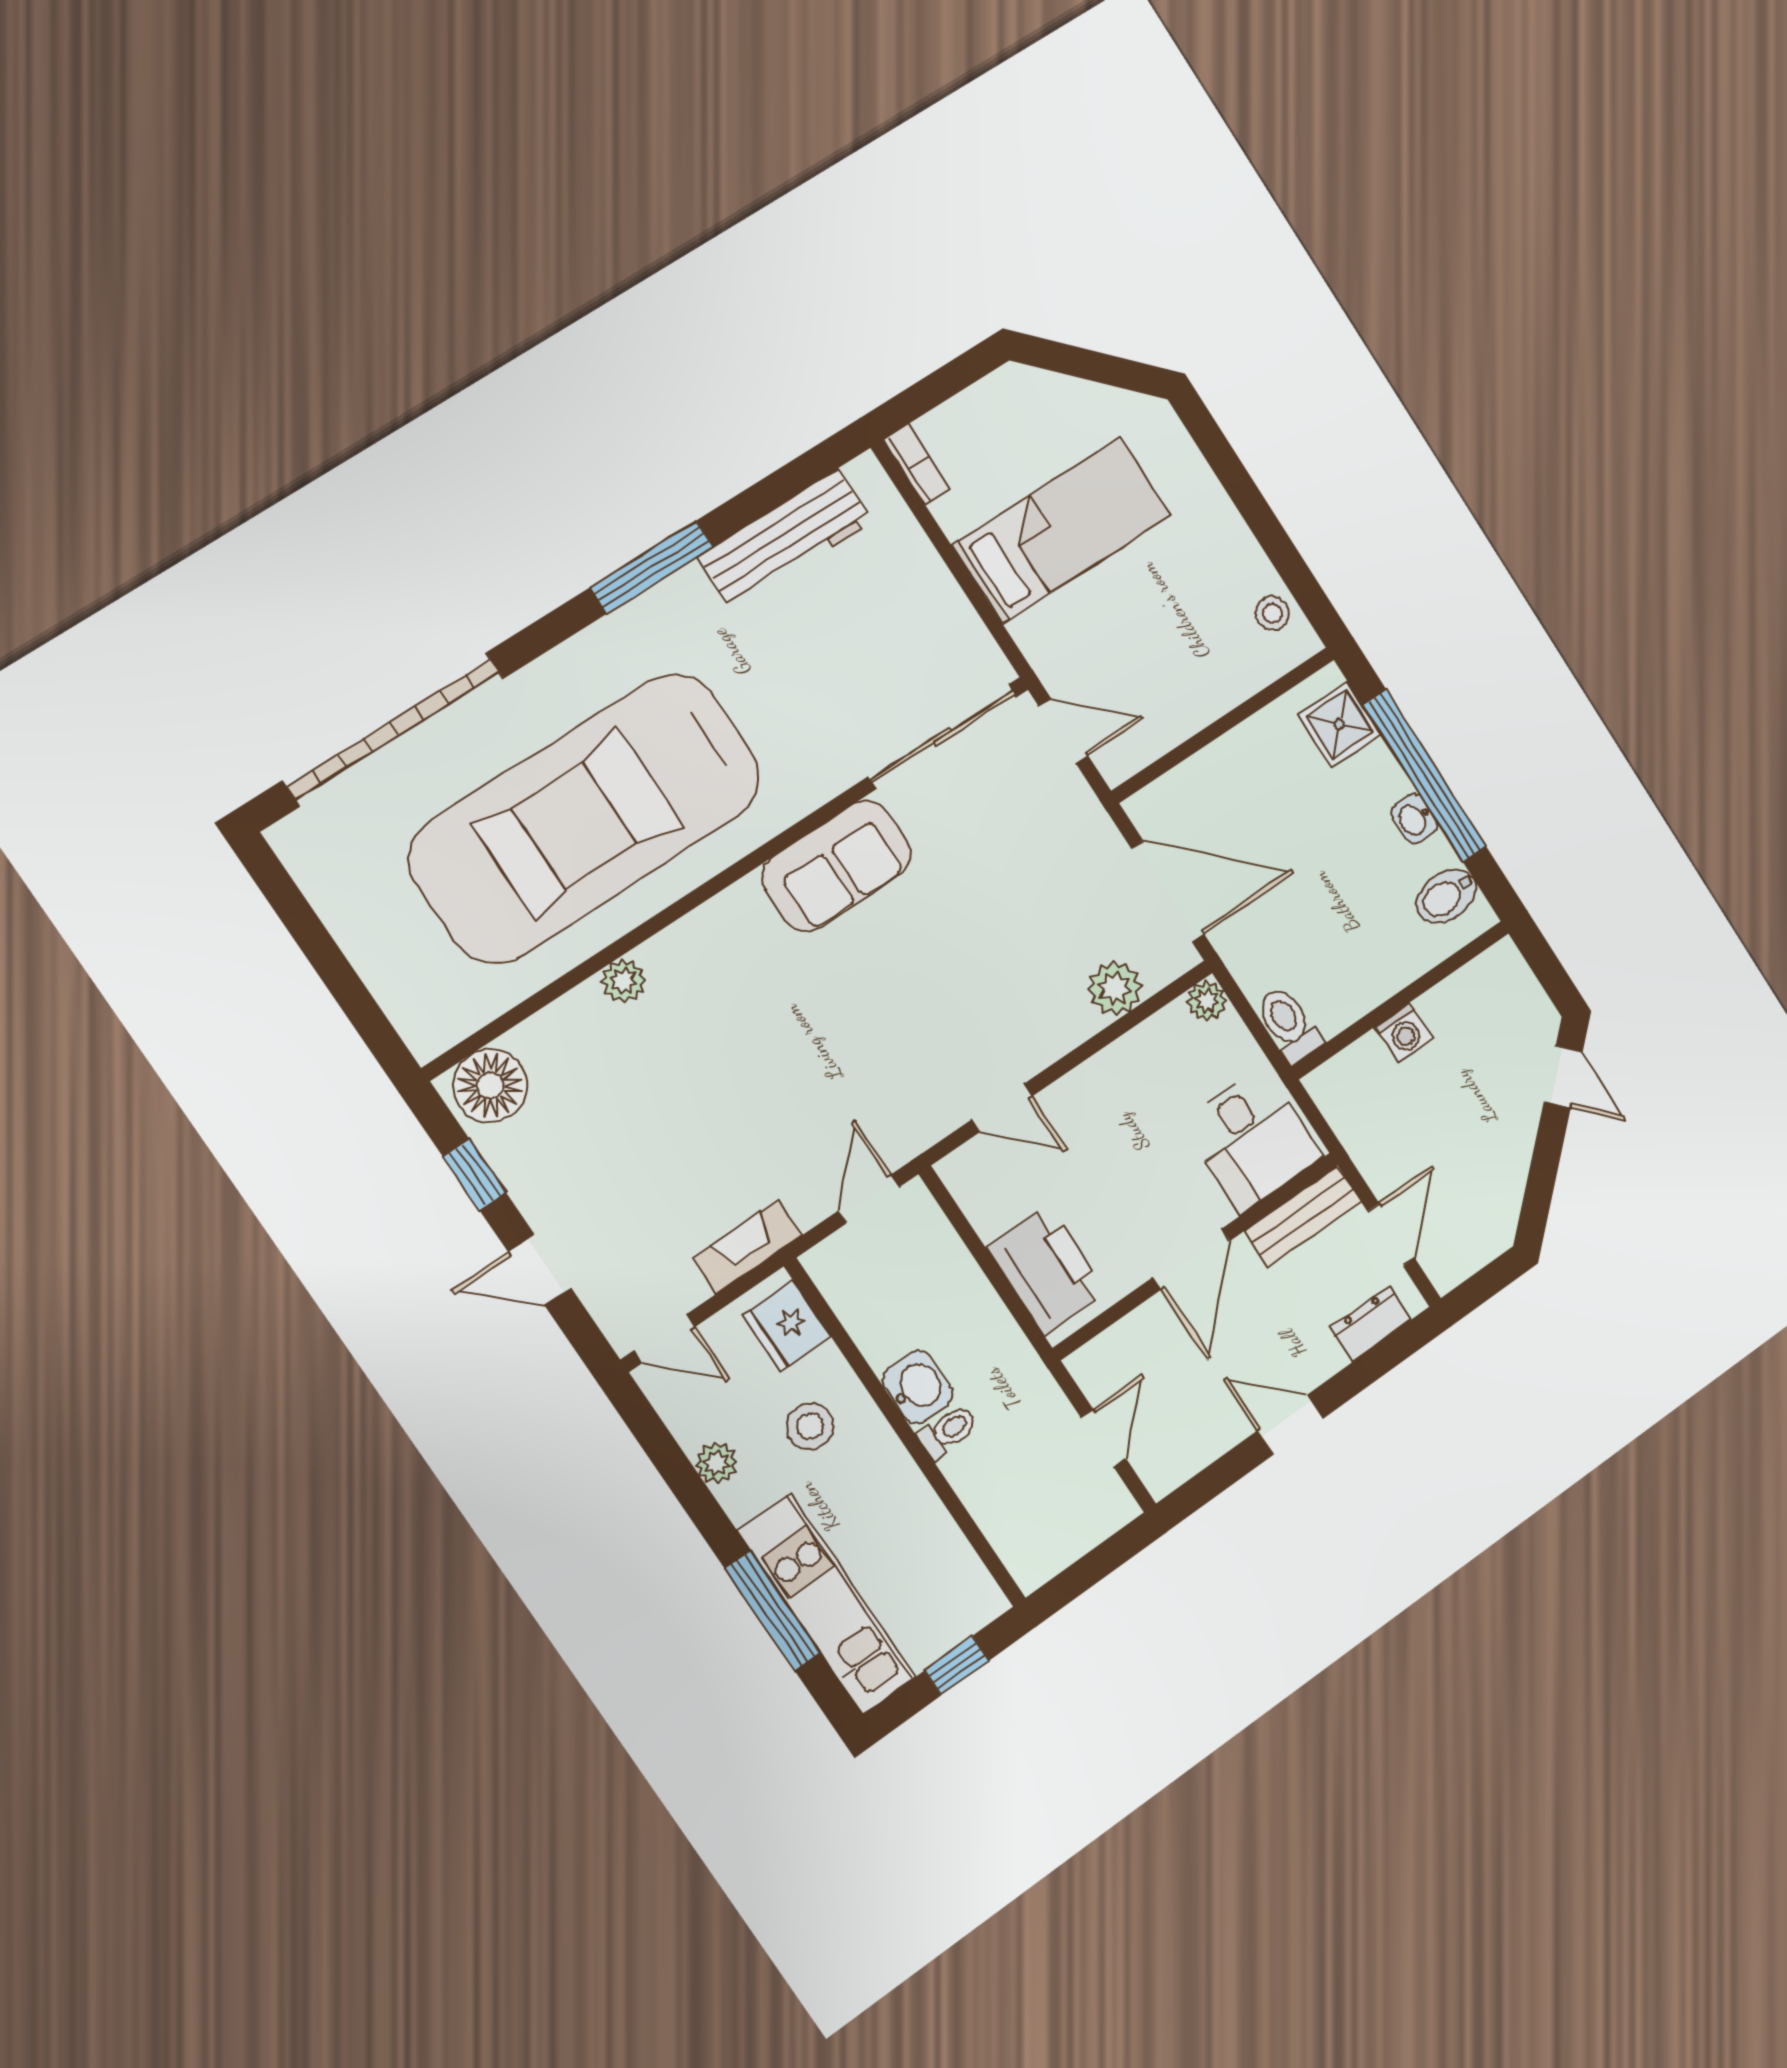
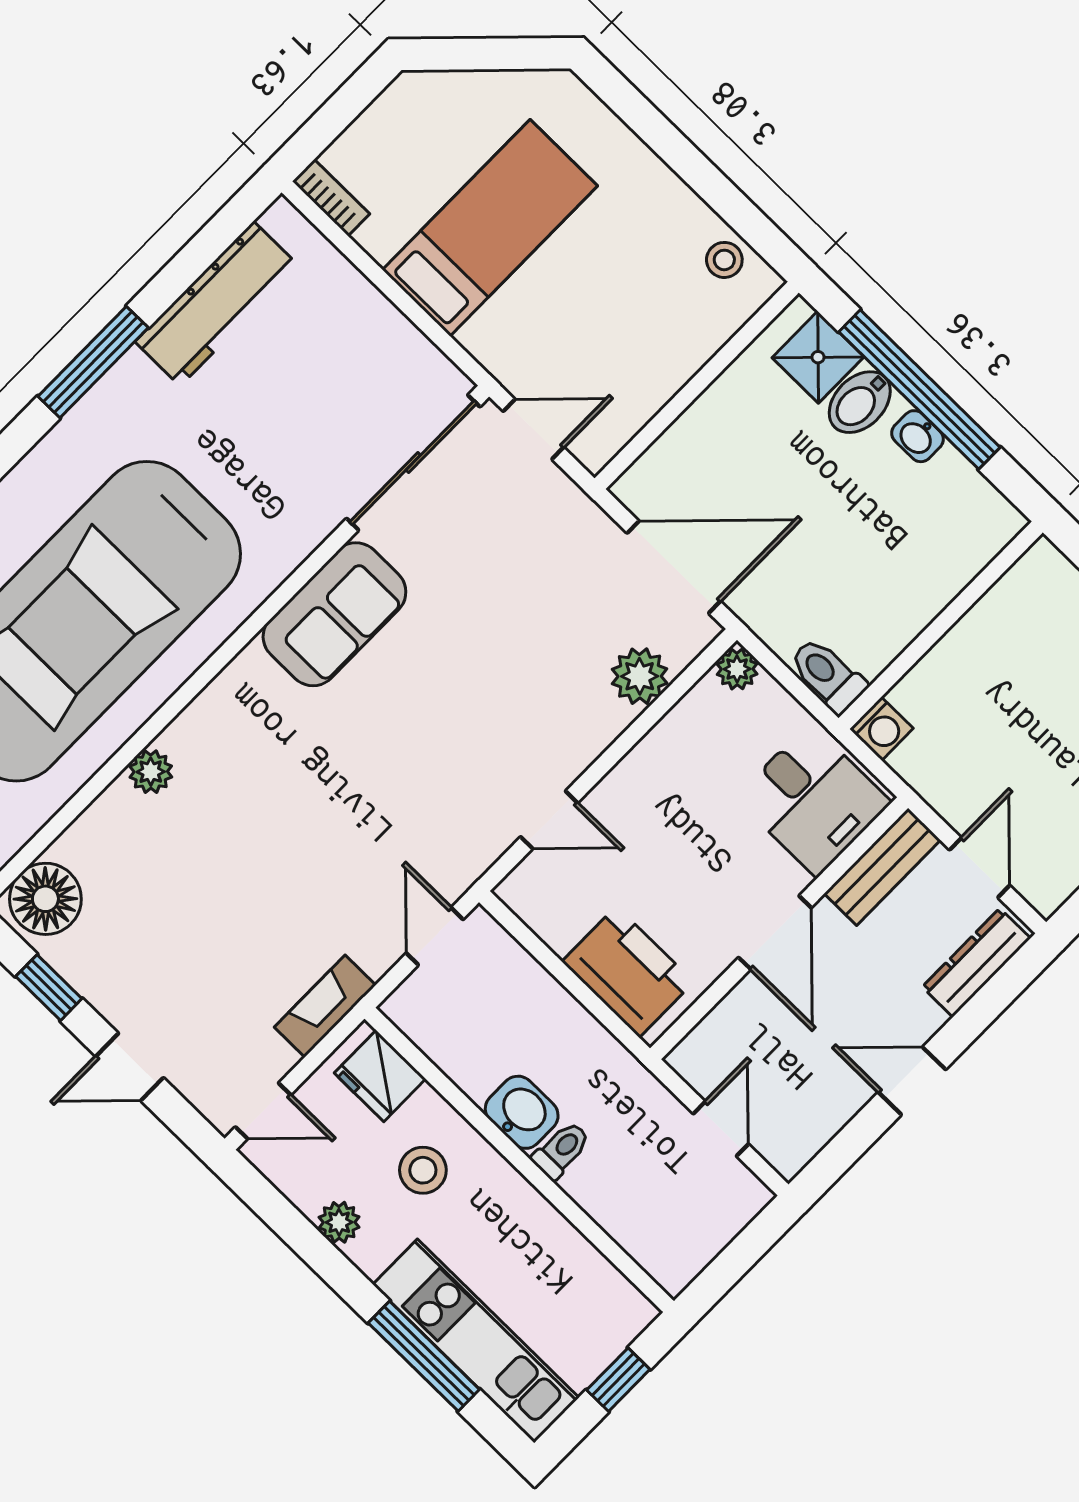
bidet: (1446, 896) -> (860, 402), moved
washing machine: (1404, 1033) -> (881, 729), moved
dresser: (1371, 1324) -> (976, 963), width x1.44

